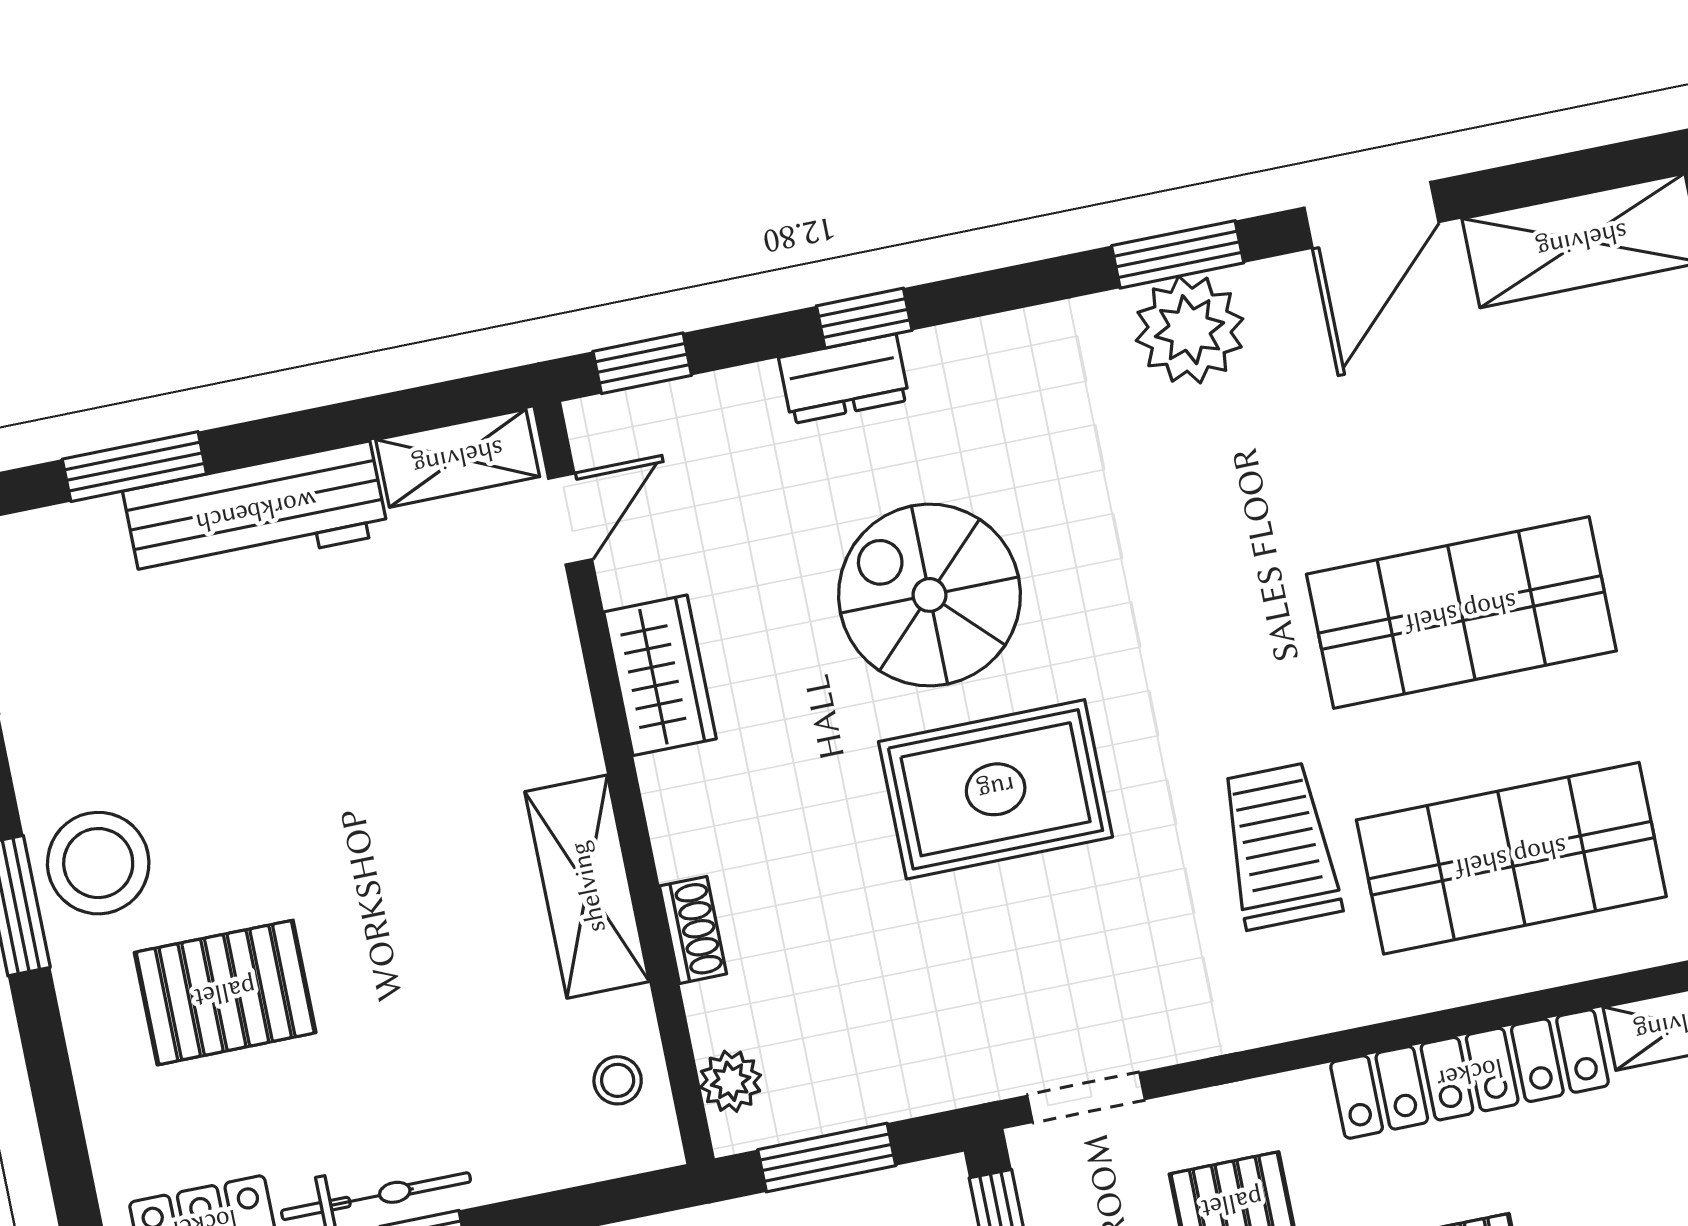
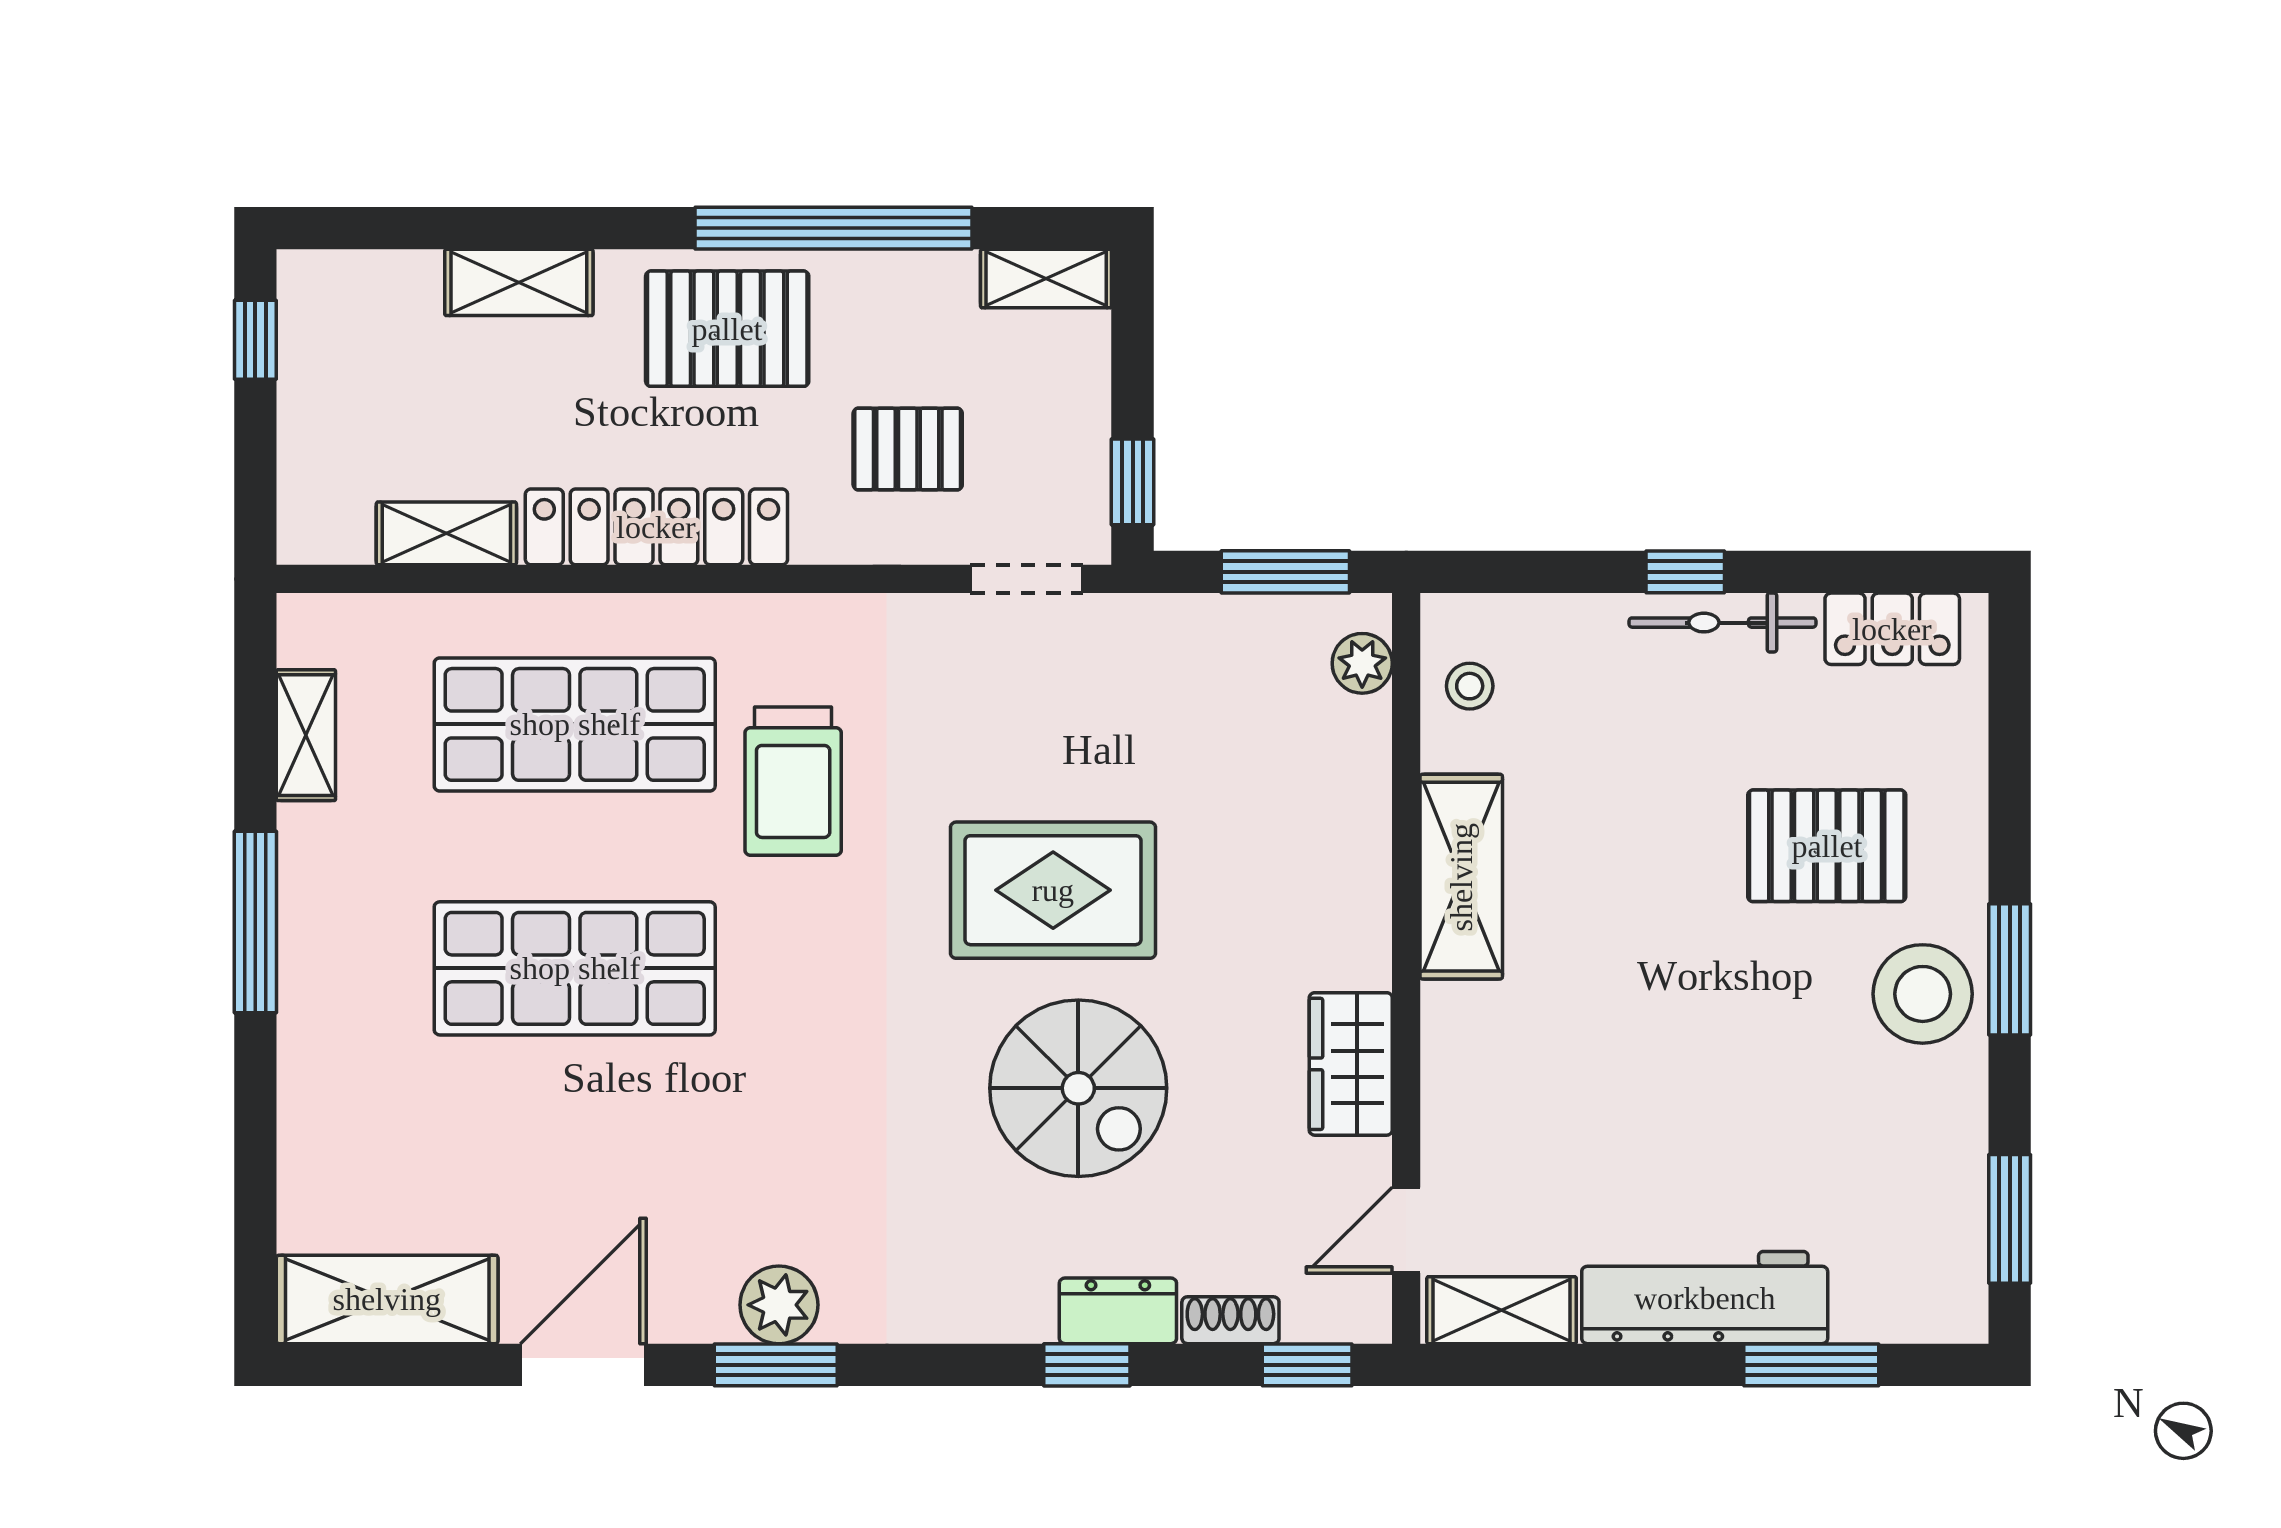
plant: (1190, 330) -> (779, 1305), width x0.73, depth x0.73
shoe rack: (693, 930) -> (1230, 1320), moved, turned 90

